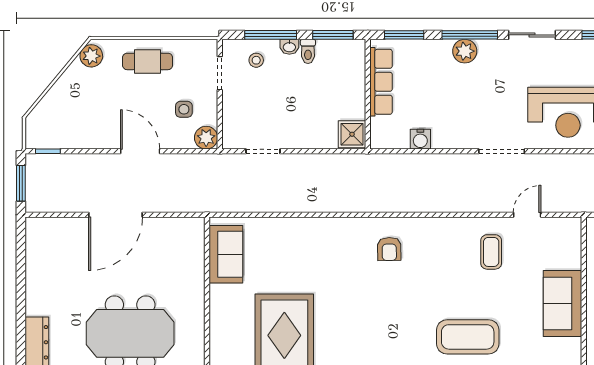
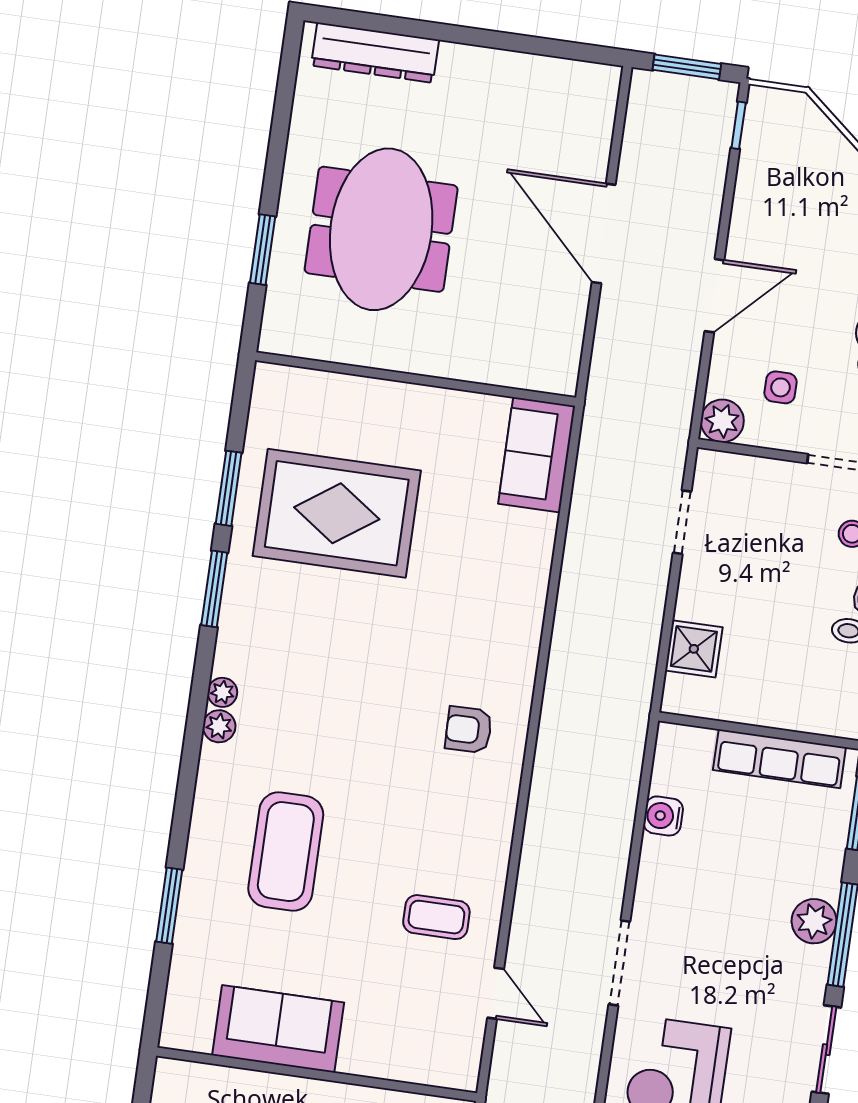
shower: (352, 134) -> (694, 649), moved
sofa: (226, 254) -> (537, 455), moved, turned 90
sofa: (562, 304) -> (278, 1029), moved

